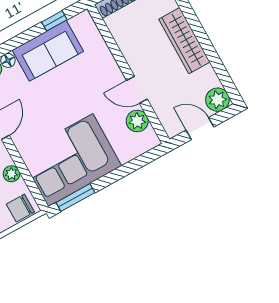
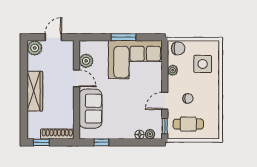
sofa: (48, 51) -> (90, 109), moved, turned 90
door: (200, 129) -> (53, 37), swing flipped
window: (75, 198) -> (123, 37), moved

